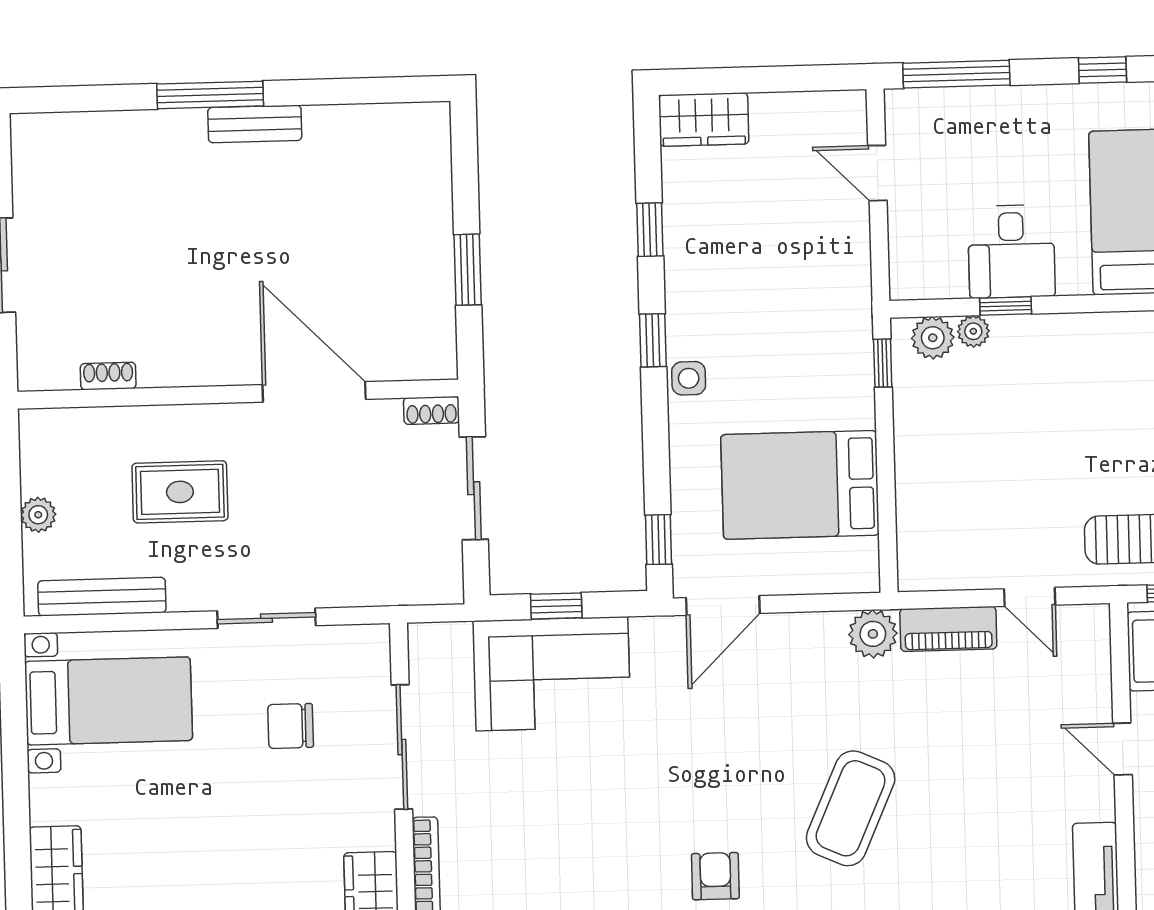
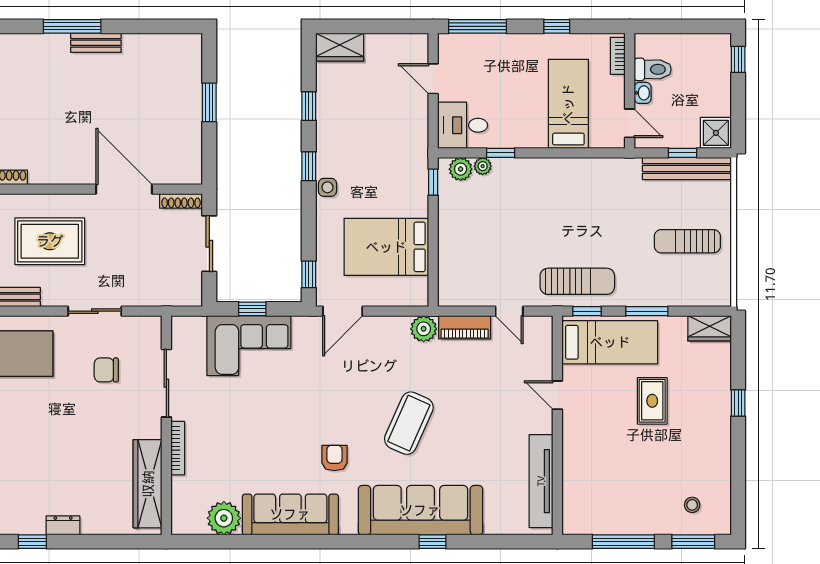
desk: (1011, 251) -> (463, 125), moved, turned 90
window: (468, 270) -> (209, 102), moved
shoe rack: (431, 410) -> (181, 201), width x1.43
rug: (180, 492) -> (50, 241), width x1.36, depth x1.43

